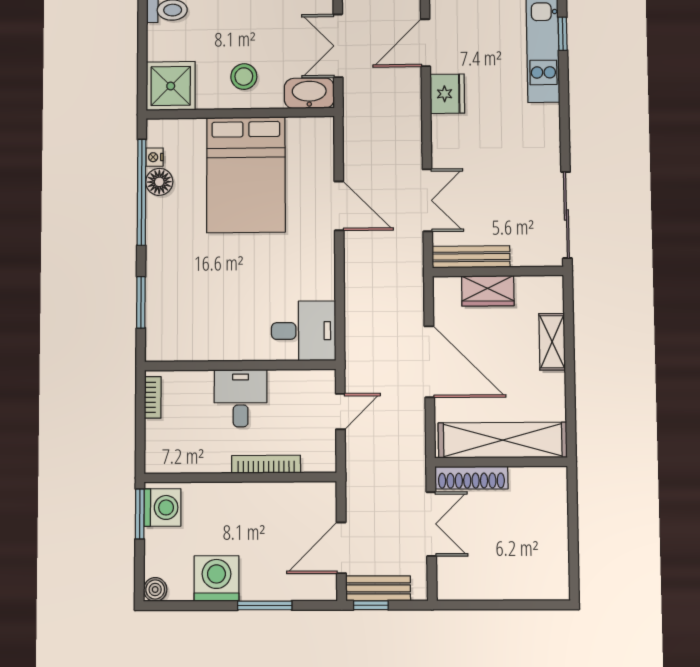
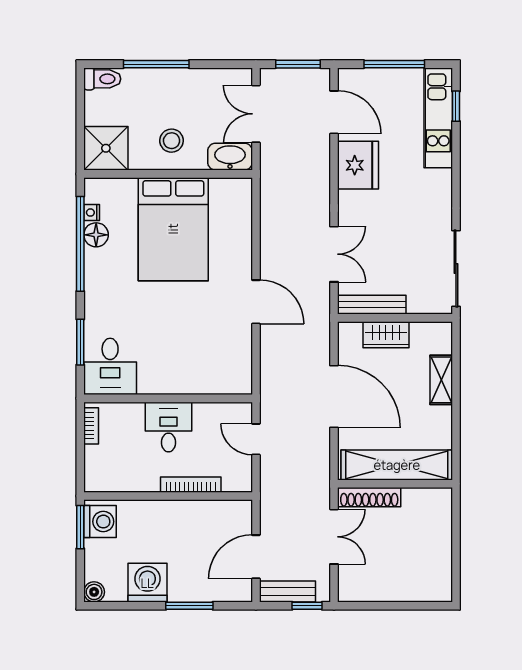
door: (425, 43) -> (334, 112), swing flipped
fridge: (447, 94) -> (358, 165), width x1.36, depth x1.34
door: (339, 206) -> (256, 302), moved
desk: (304, 331) -> (110, 366), moved, turned 90
door: (340, 412) -> (256, 439), swing flipped
window: (371, 605) -> (307, 606), moved

